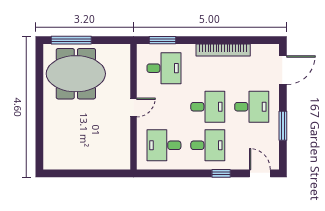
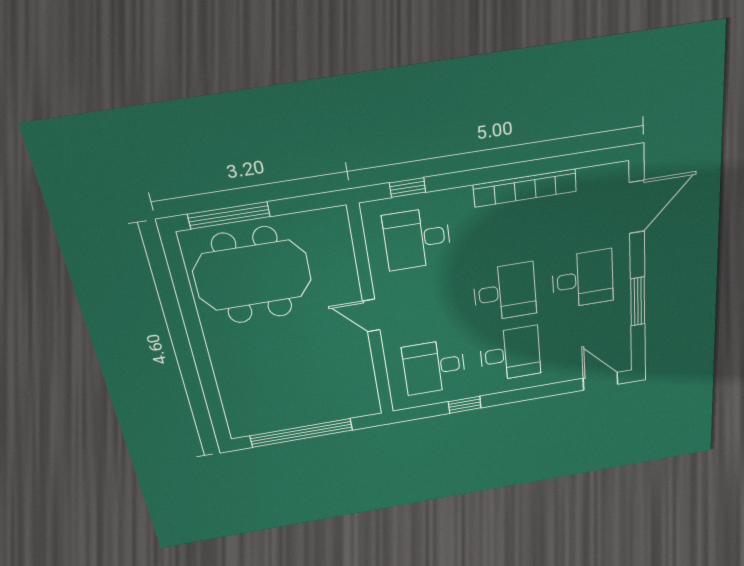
window: (163, 40) -> (408, 187), width x0.67
desk: (164, 68) -> (417, 239), turned 180
door: (134, 107) -> (371, 316), swing flipped
window: (83, 173) -> (301, 433), added
window: (221, 173) -> (465, 405), moved

